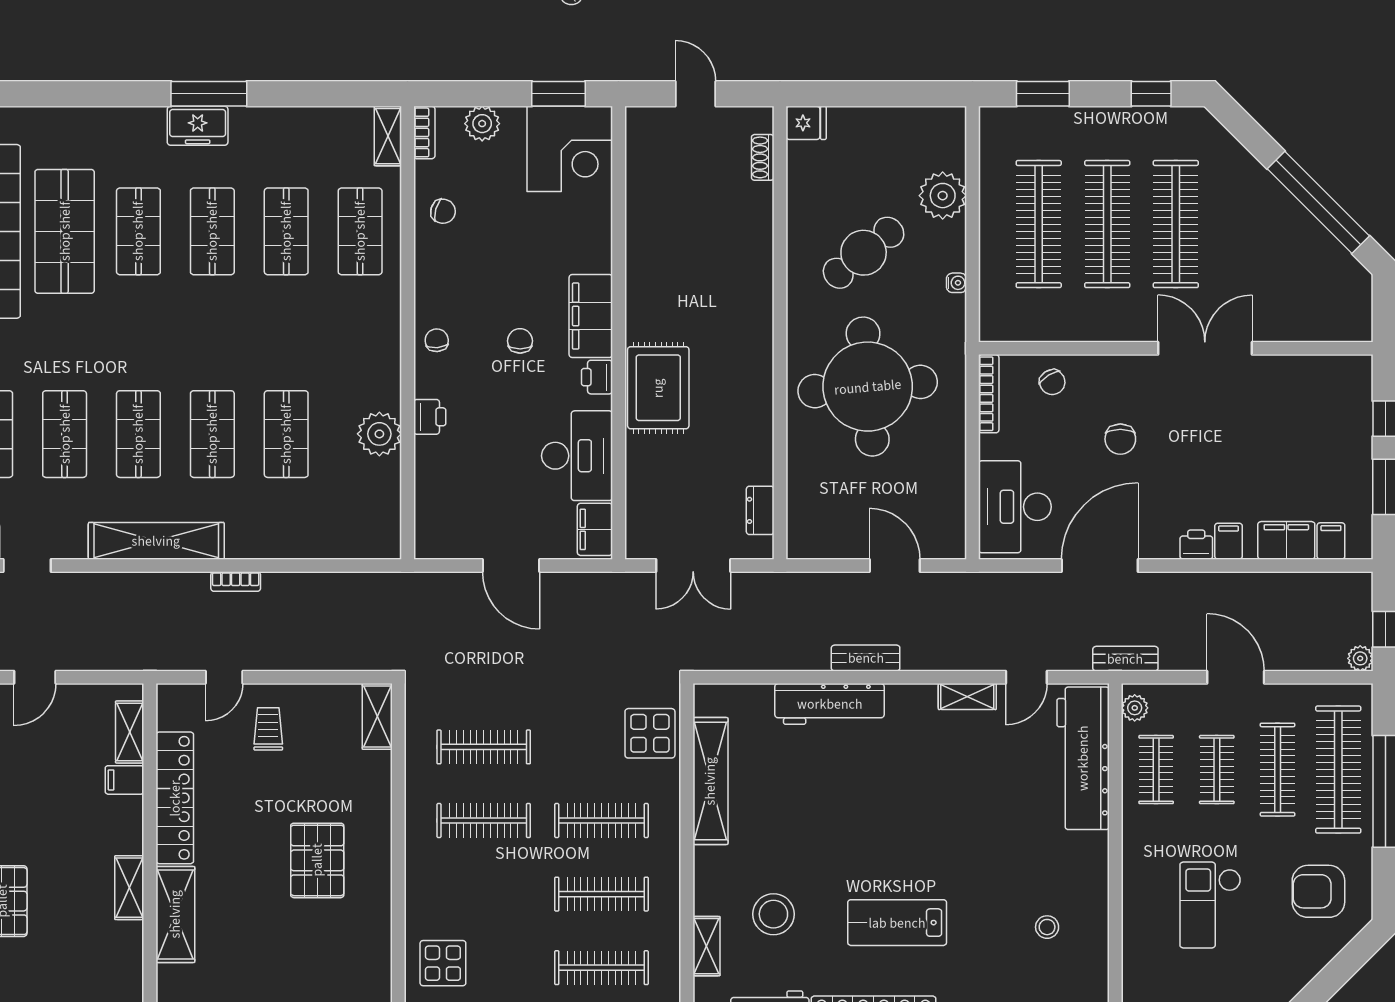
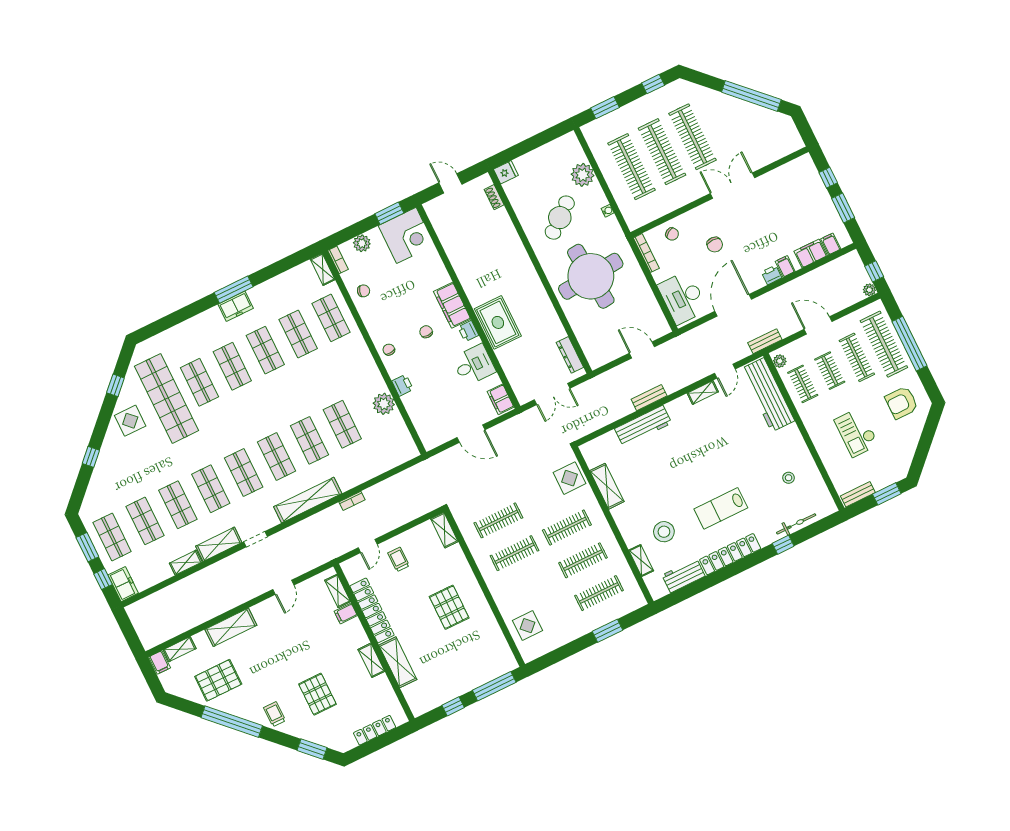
shop shelf: (65, 231) -> (199, 382), width x0.70, depth x0.74
desk: (577, 456) -> (474, 365), width x0.73
dresser: (760, 510) -> (570, 355), width x1.44
shelving: (710, 781) -> (607, 486), width x0.68

